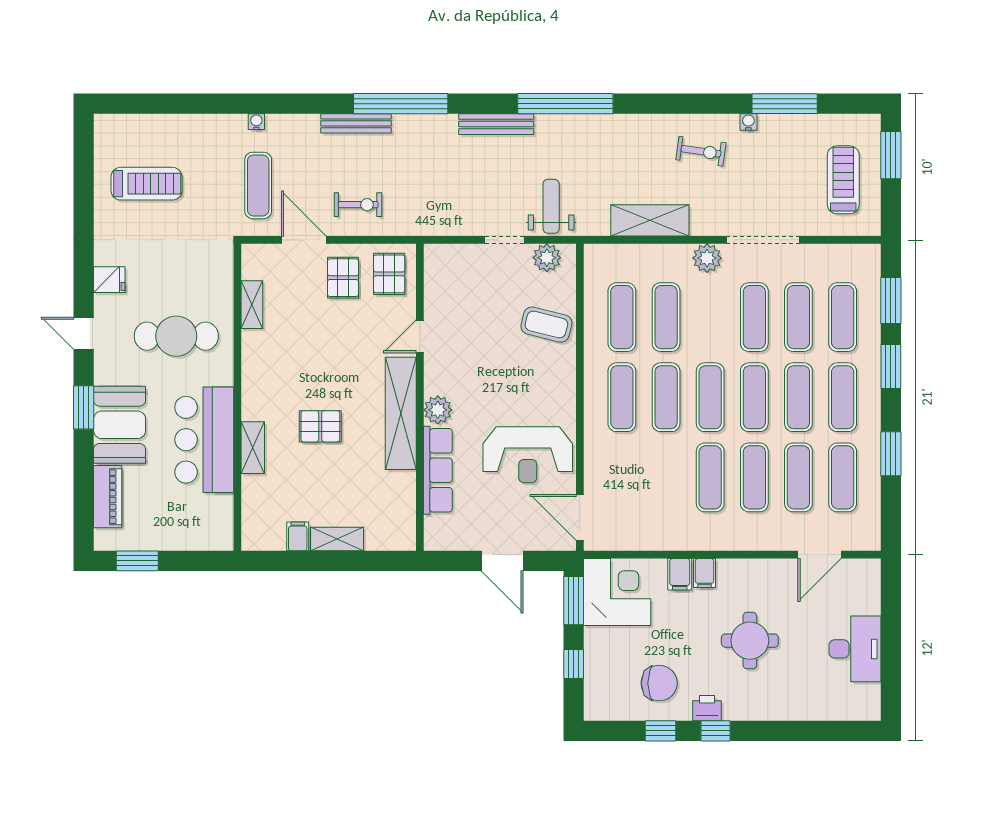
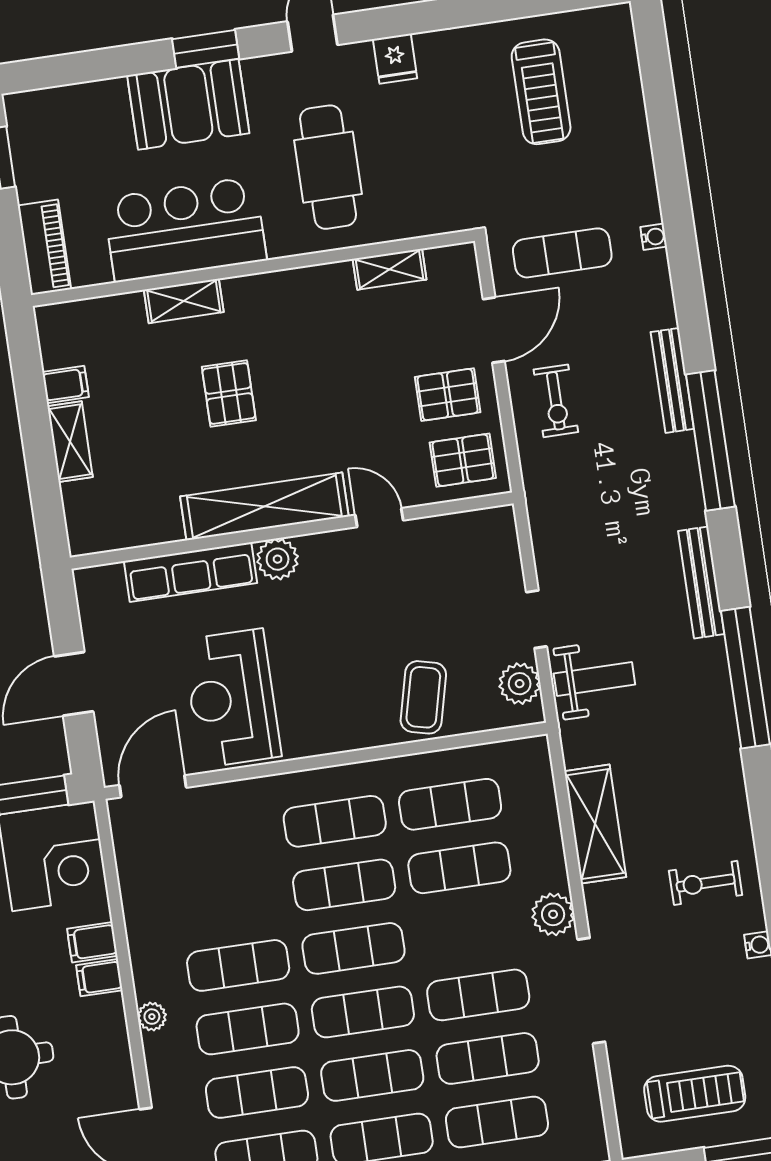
exercise bike: (701, 151) -> (706, 883), turned 82
piano: (108, 497) -> (44, 247), moved, turned -90
plant: (736, 541) -> (152, 1017), added

